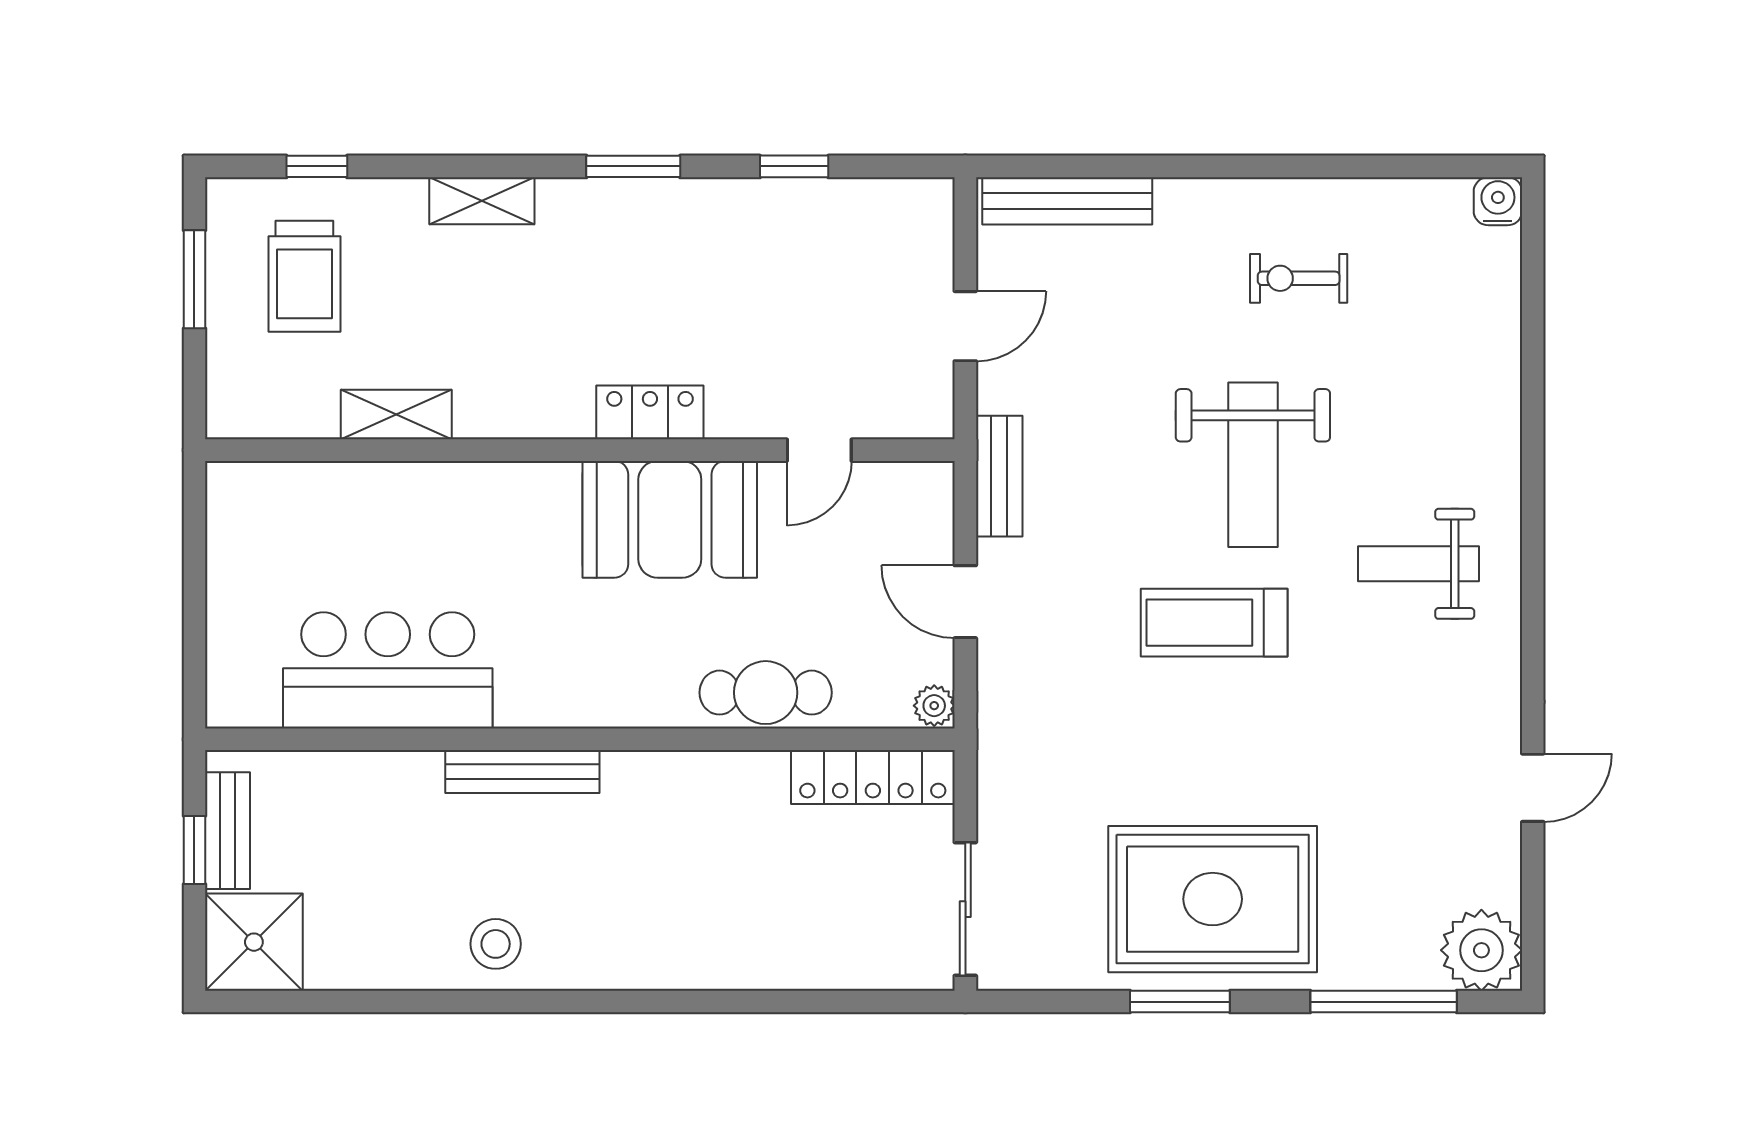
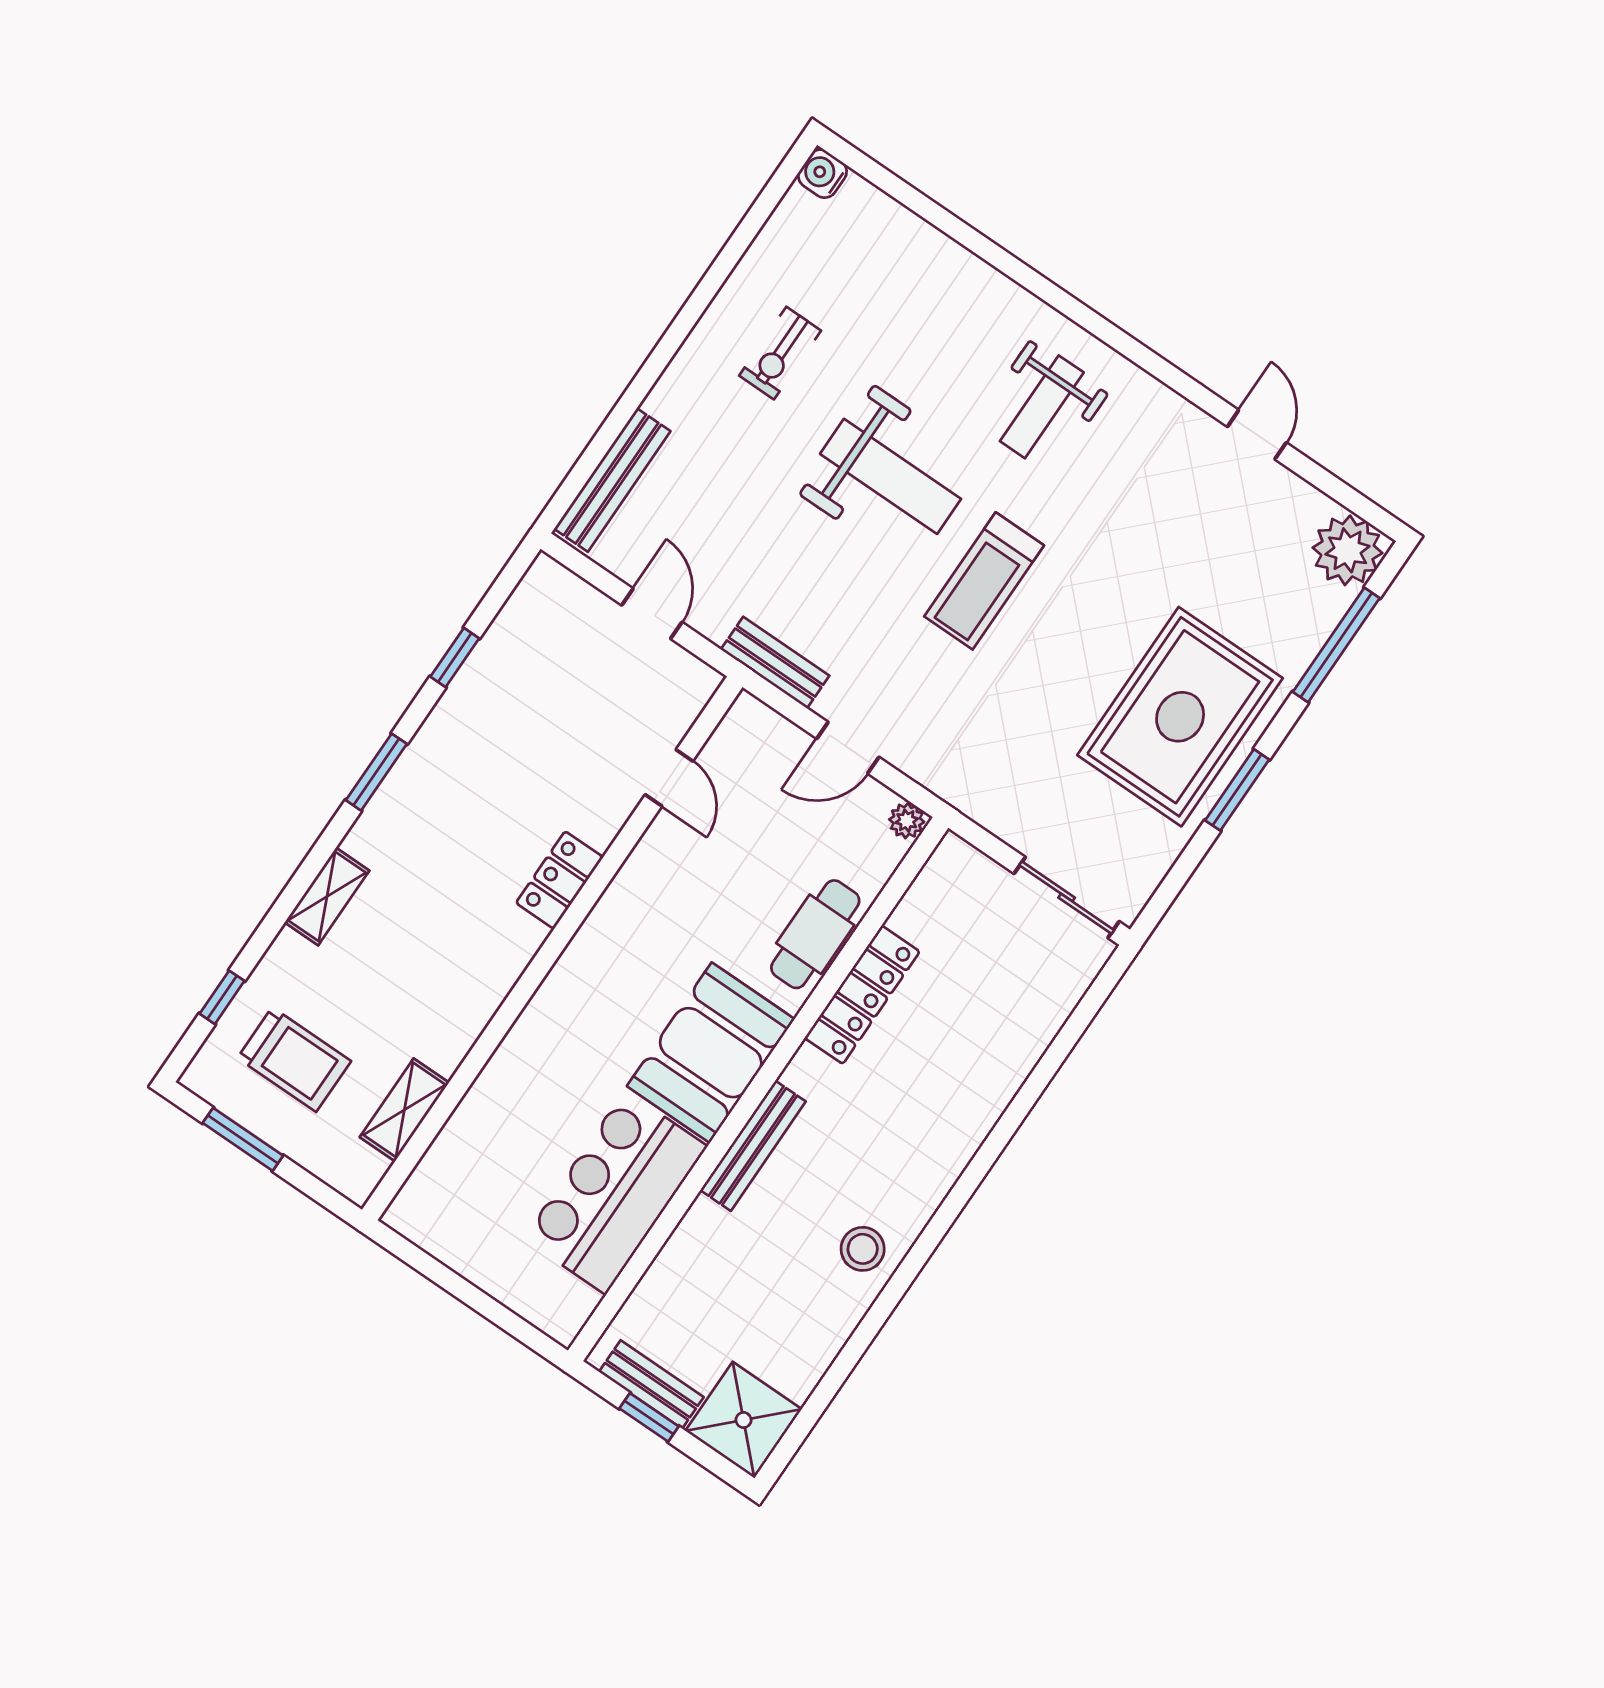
shelving: (396, 415) -> (404, 1110), moved
booth: (670, 519) -> (711, 1053), moved
locker: (873, 777) -> (862, 995), moved

